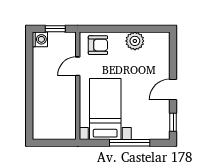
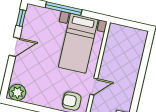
plant: (135, 41) -> (17, 92), moved

